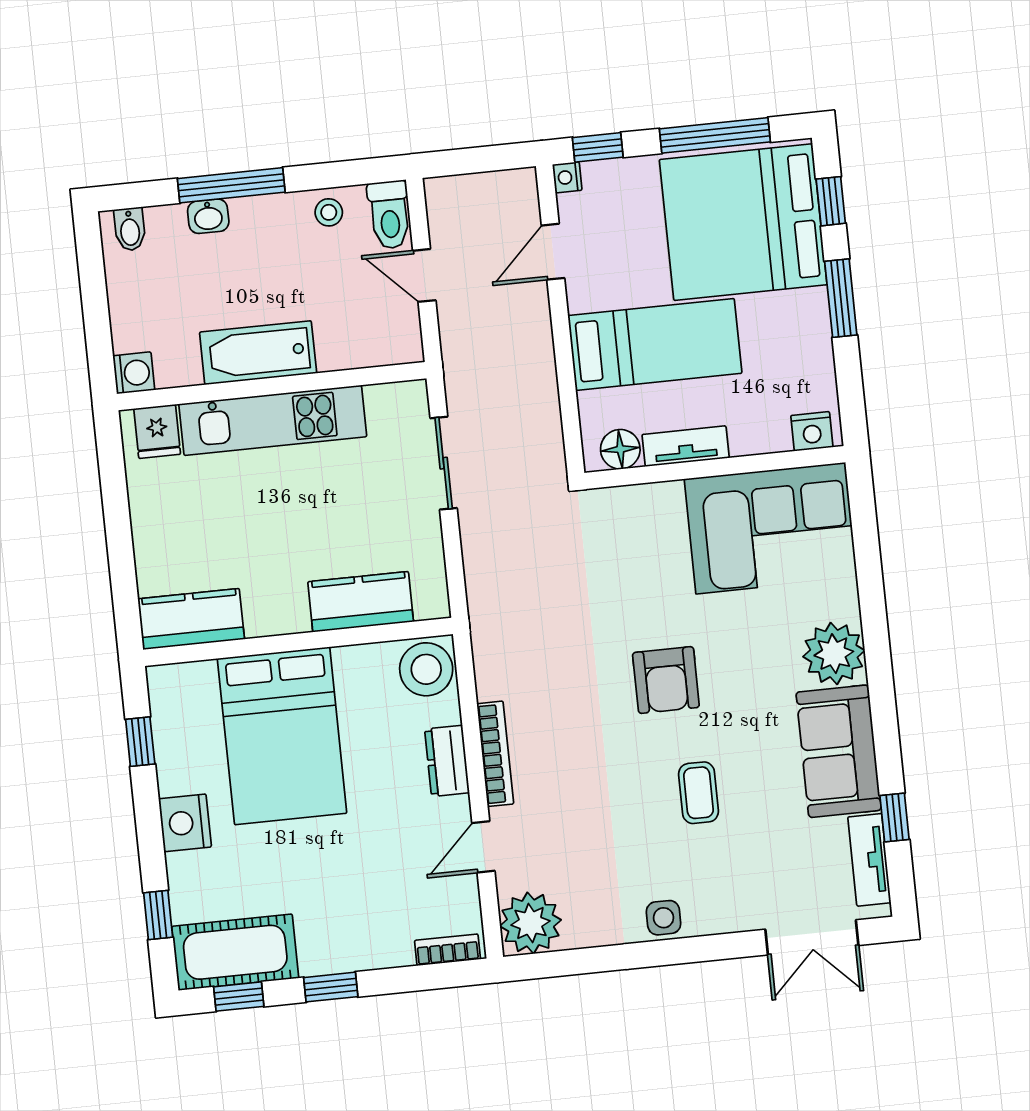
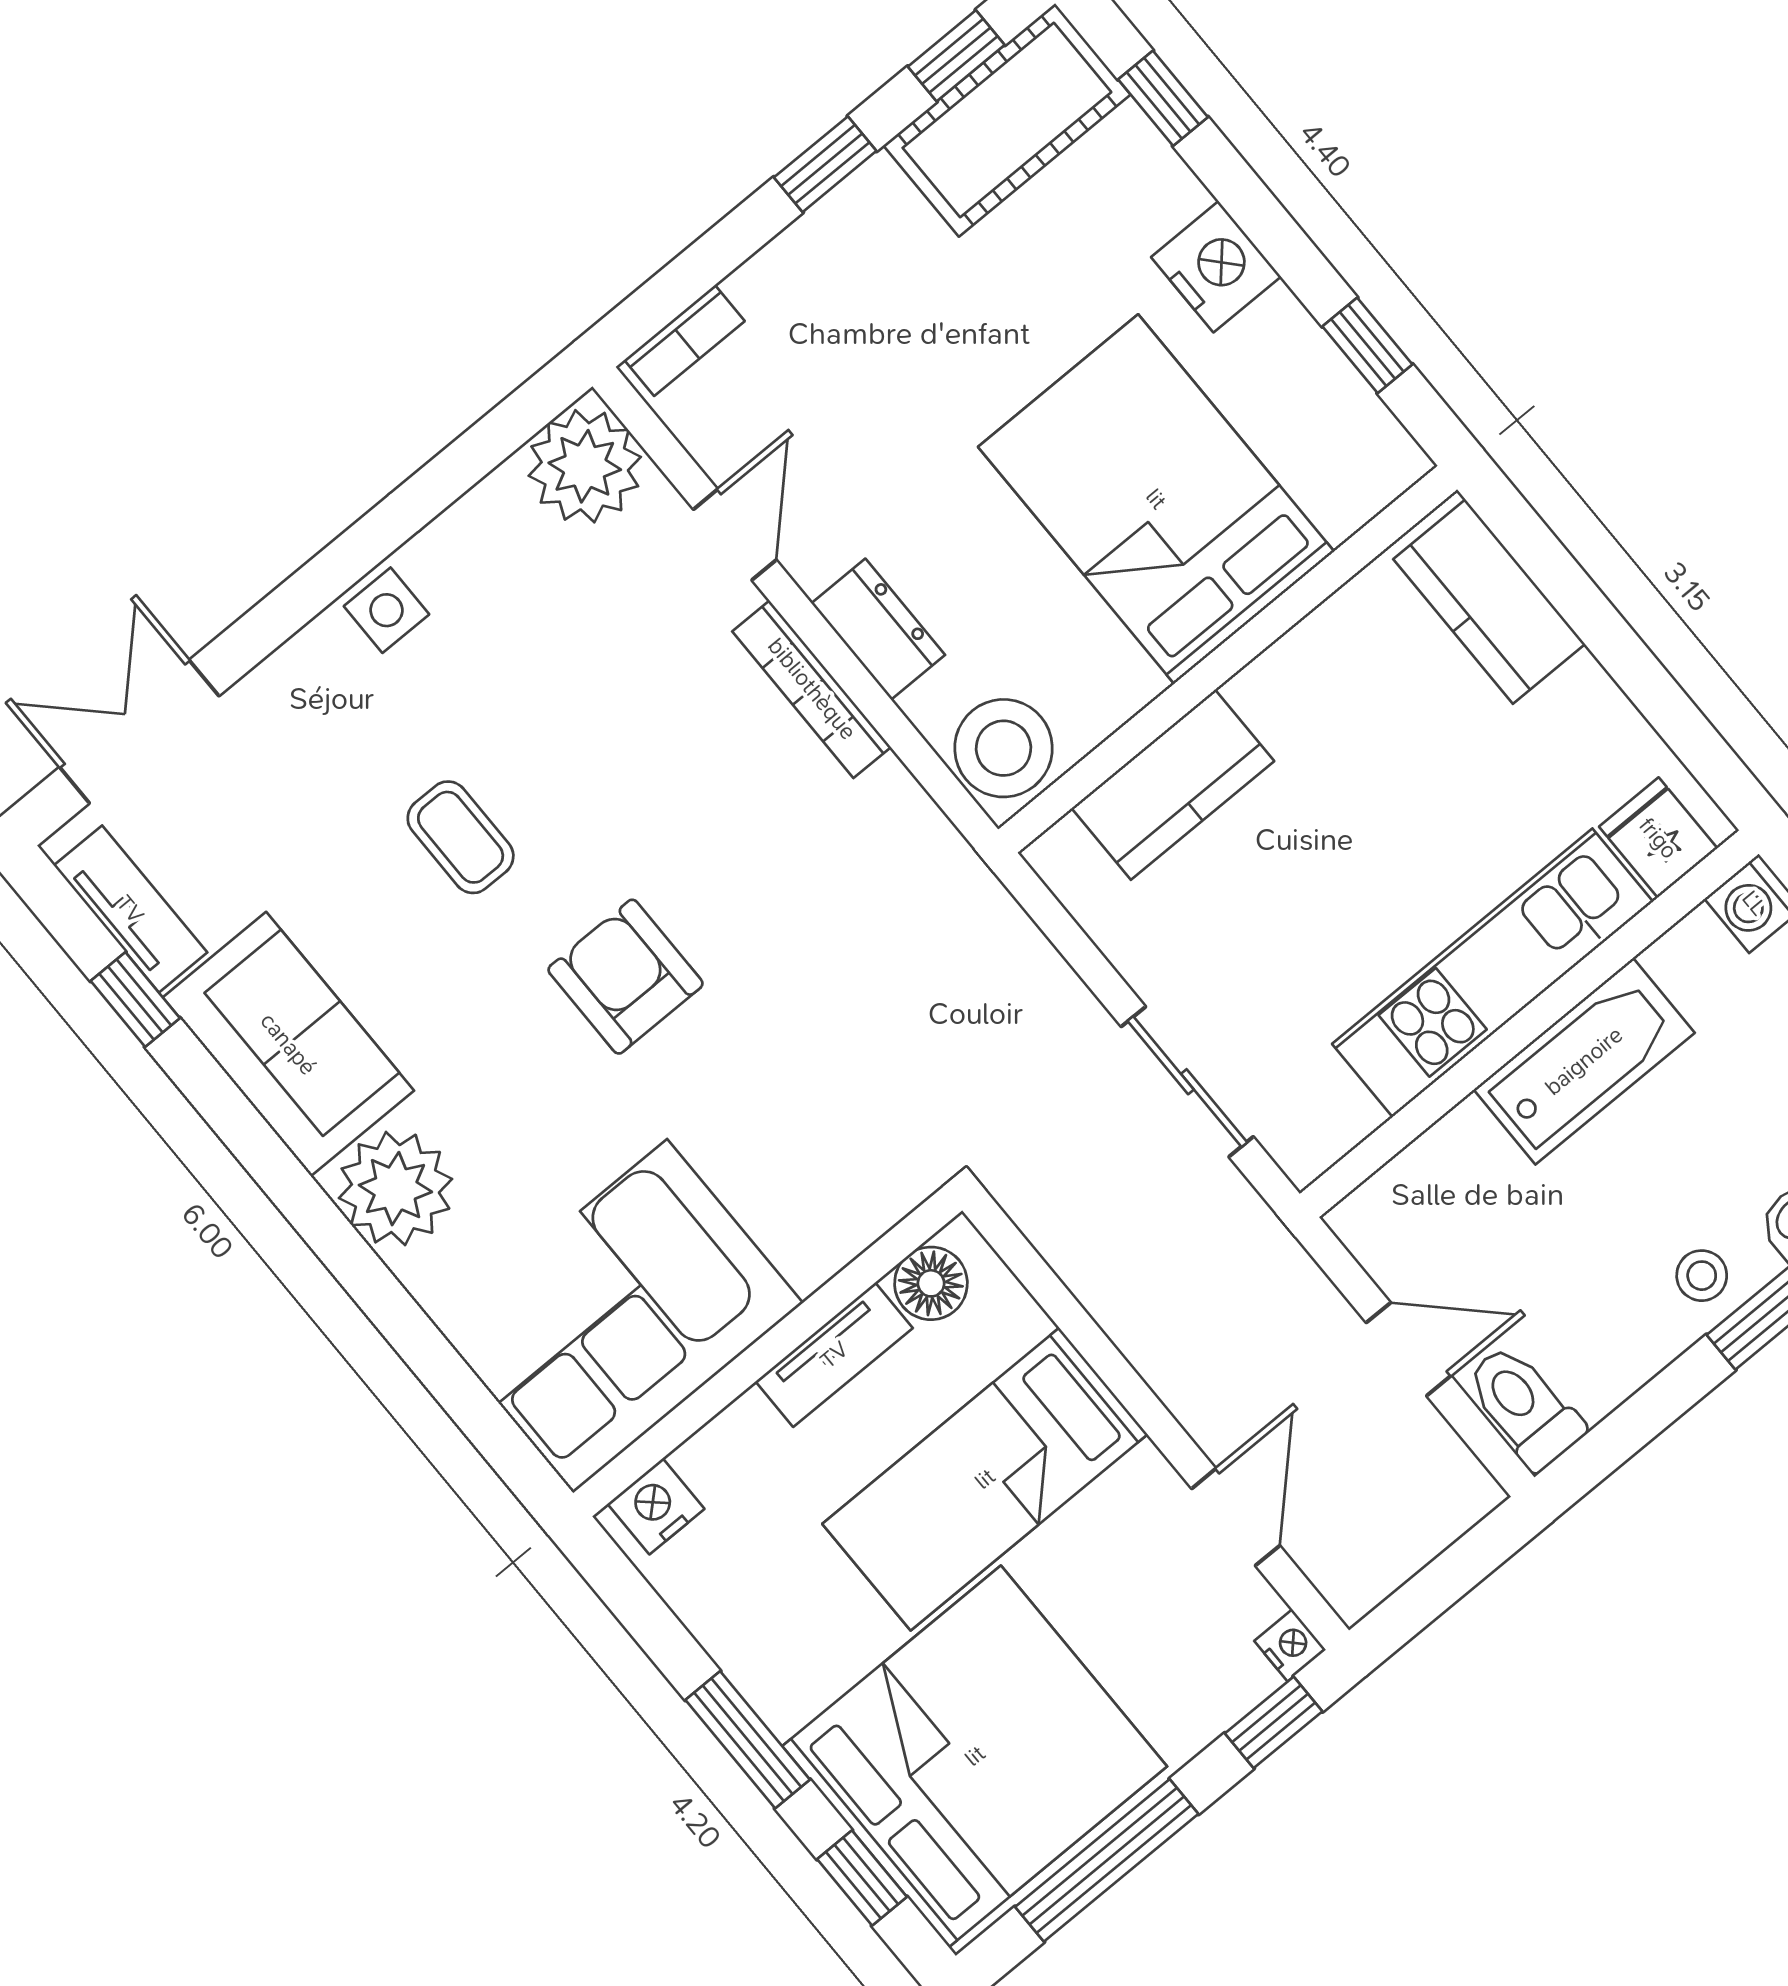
stool: (329, 212) -> (1702, 1276), moved
kitchen counter: (191, 619) -> (1489, 602), moved, turned 90

